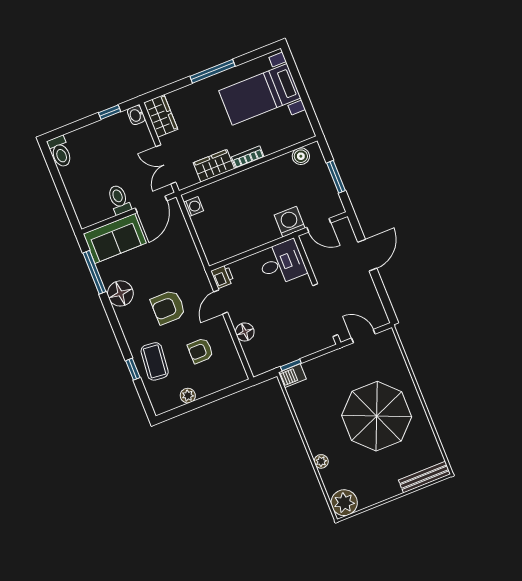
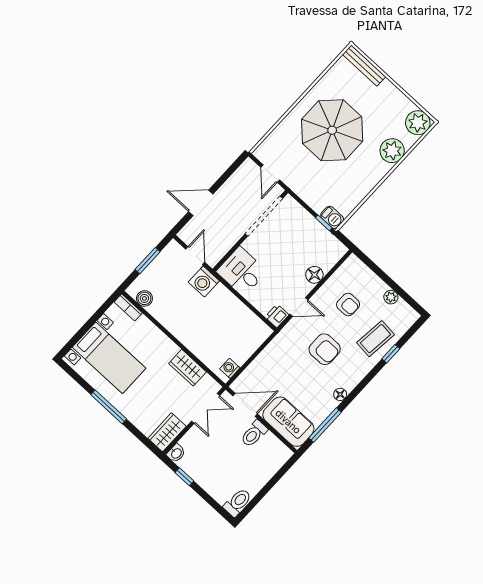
bookcase: (248, 157) -> (128, 307), moved
floor lamp: (120, 293) -> (340, 394), width x0.53, depth x0.53
plant: (321, 461) -> (392, 151), width x1.87, depth x1.87

